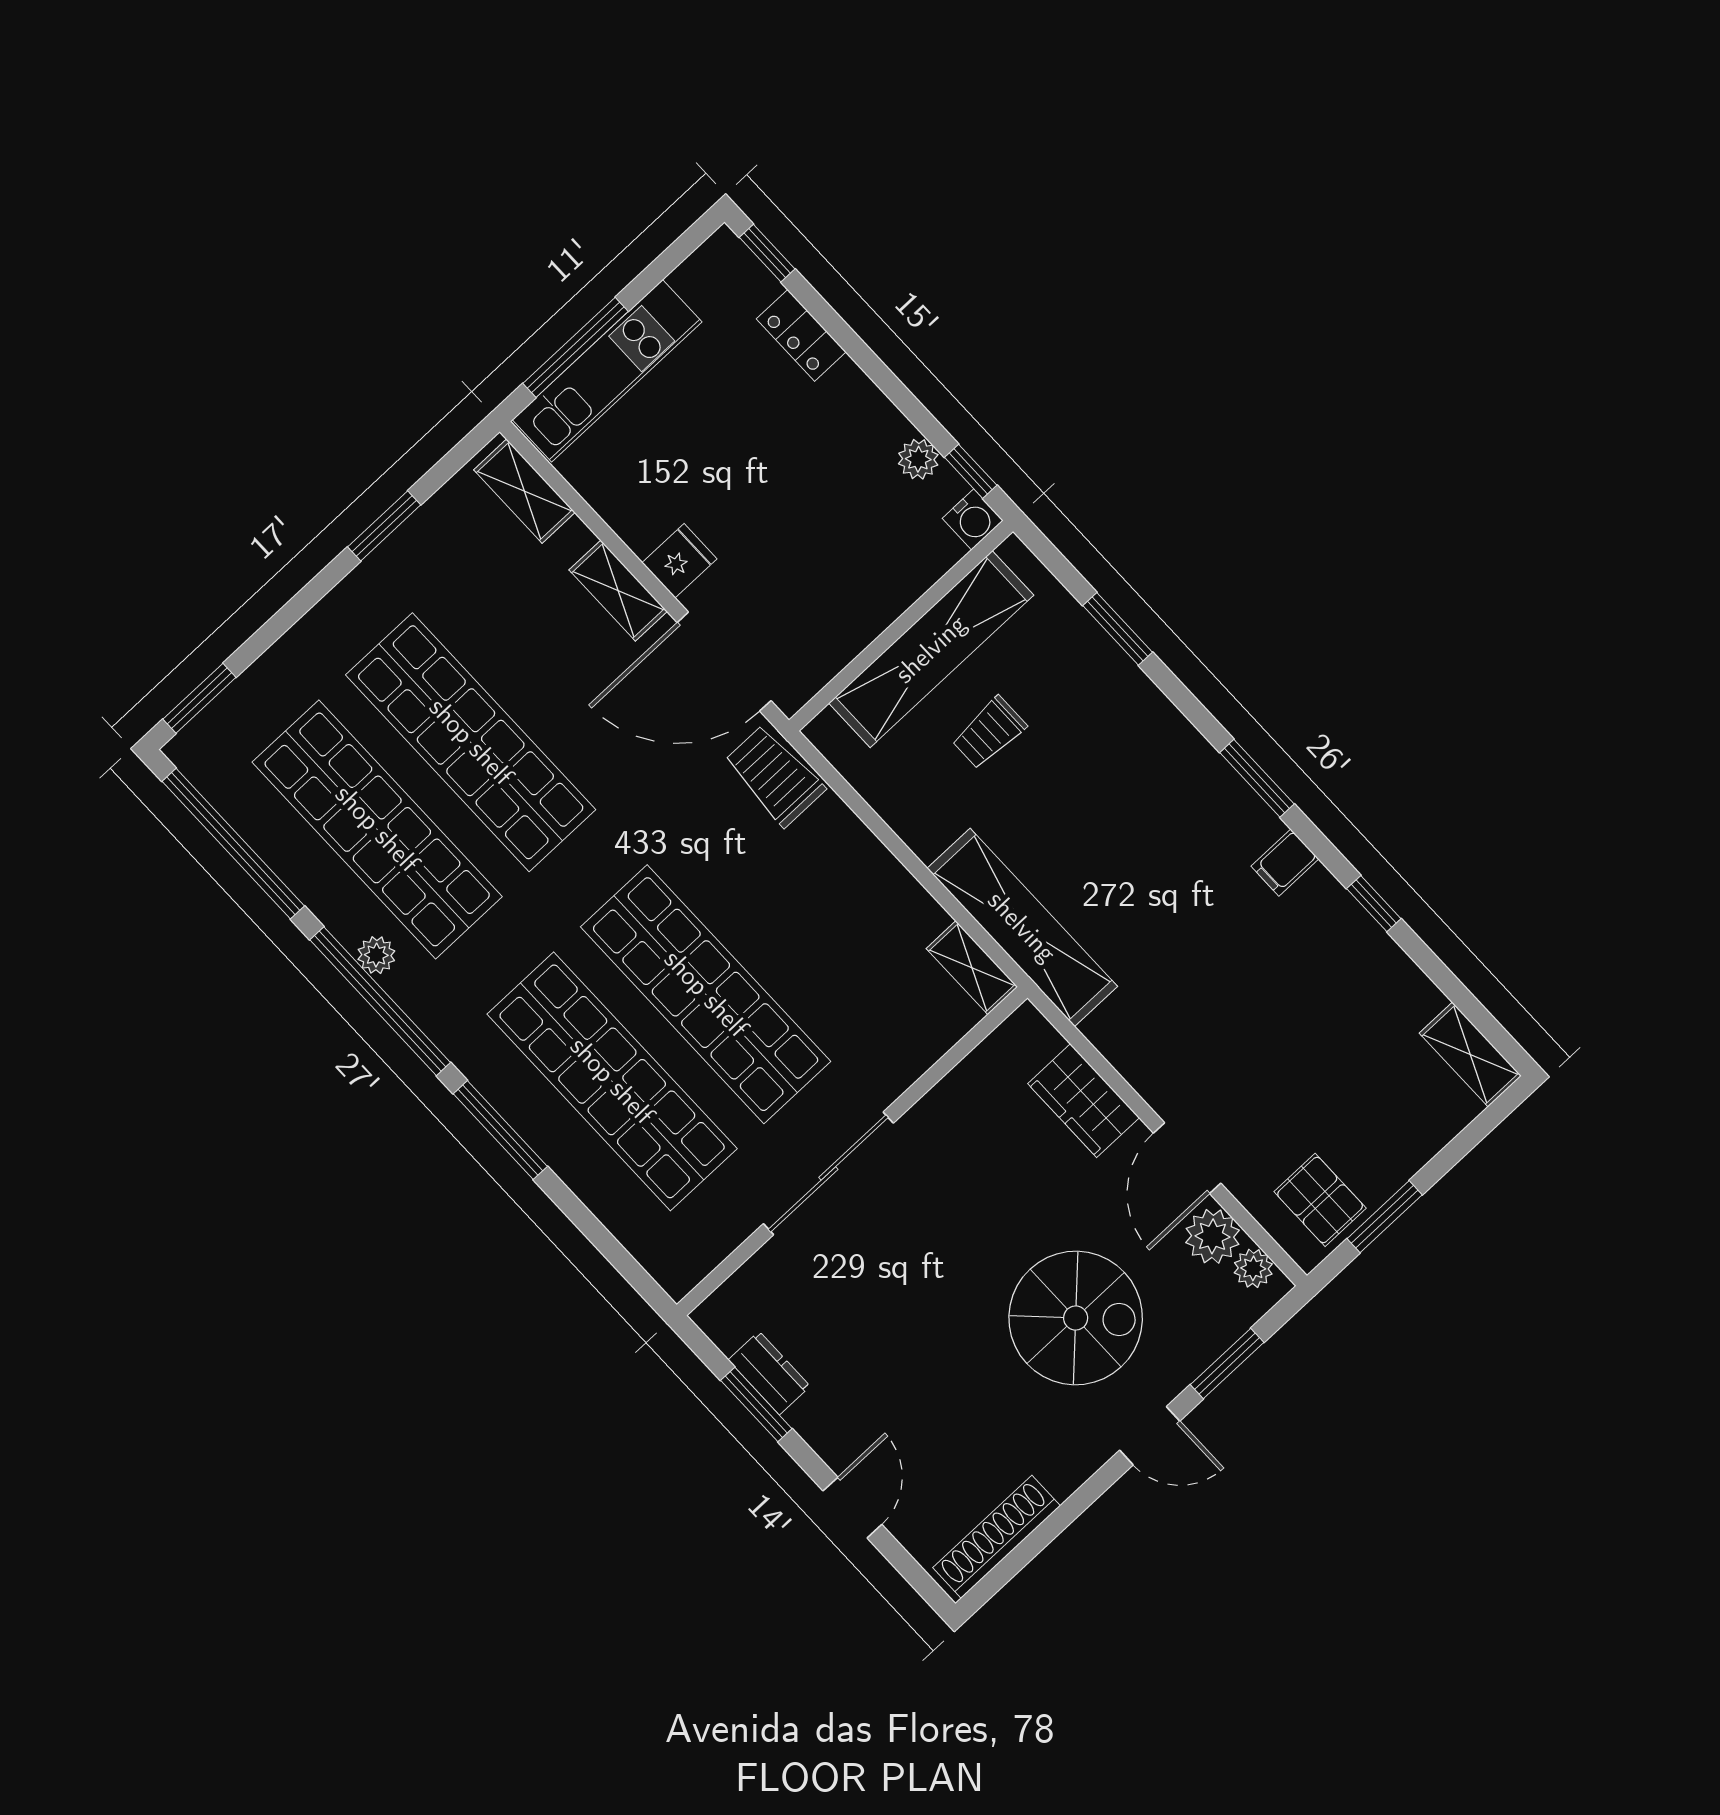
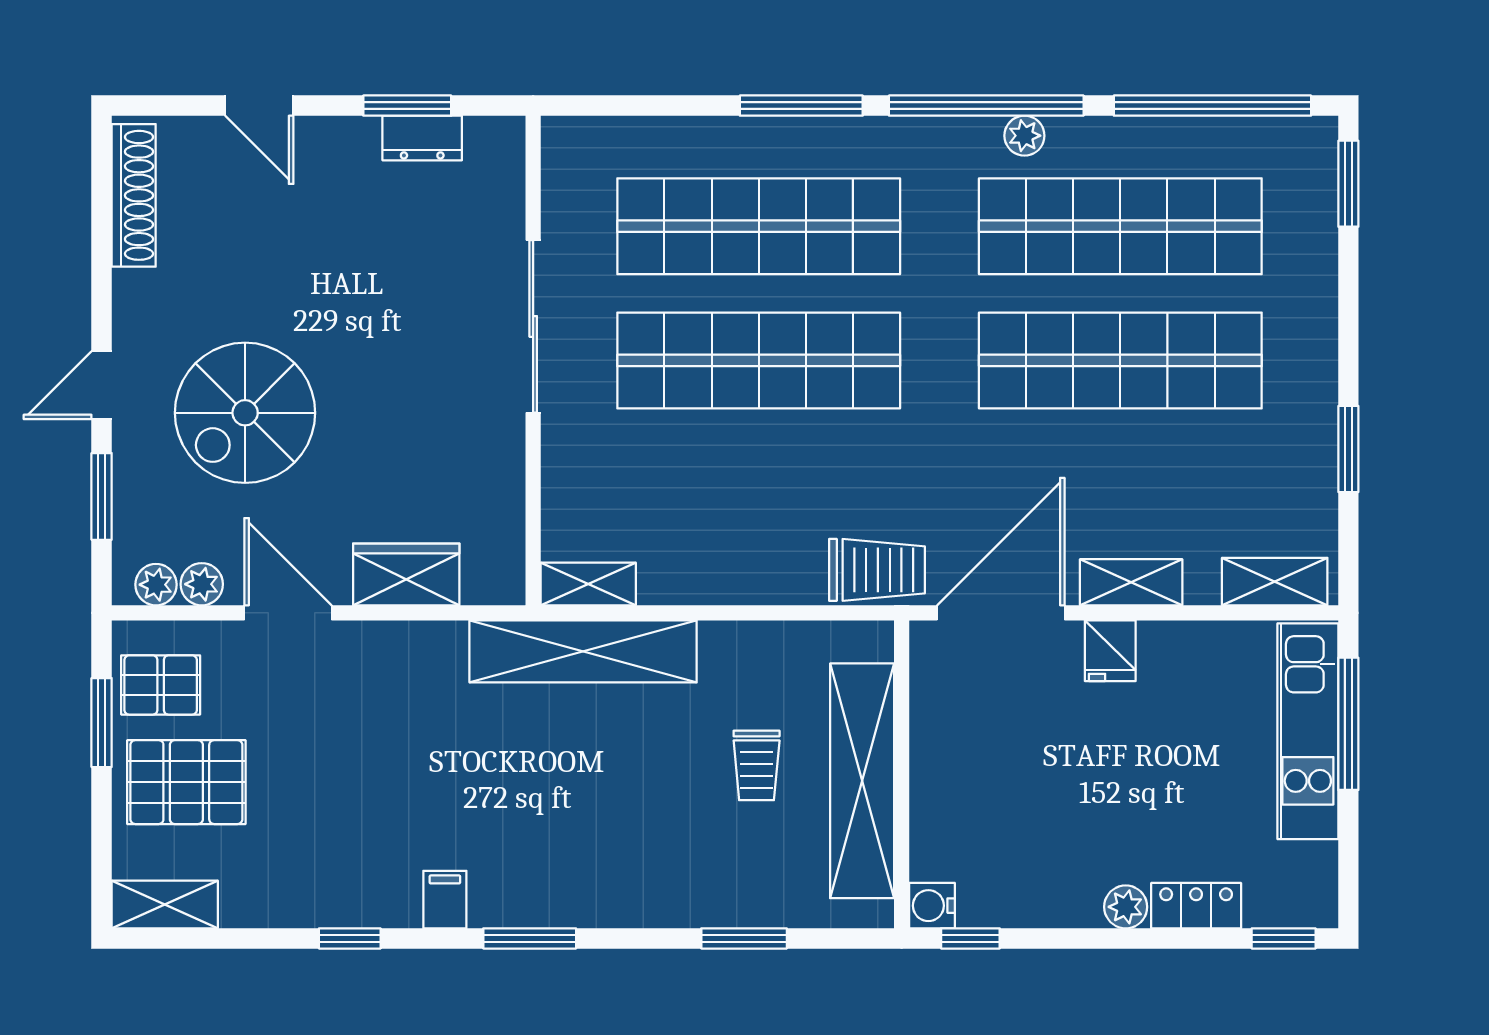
plant: (918, 459) -> (1126, 907), moved
trolley: (989, 733) -> (757, 765), turned 180
pallet: (1371, 1119) -> (186, 782), added
plant: (1213, 1236) -> (202, 584), width x0.73, depth x0.73

